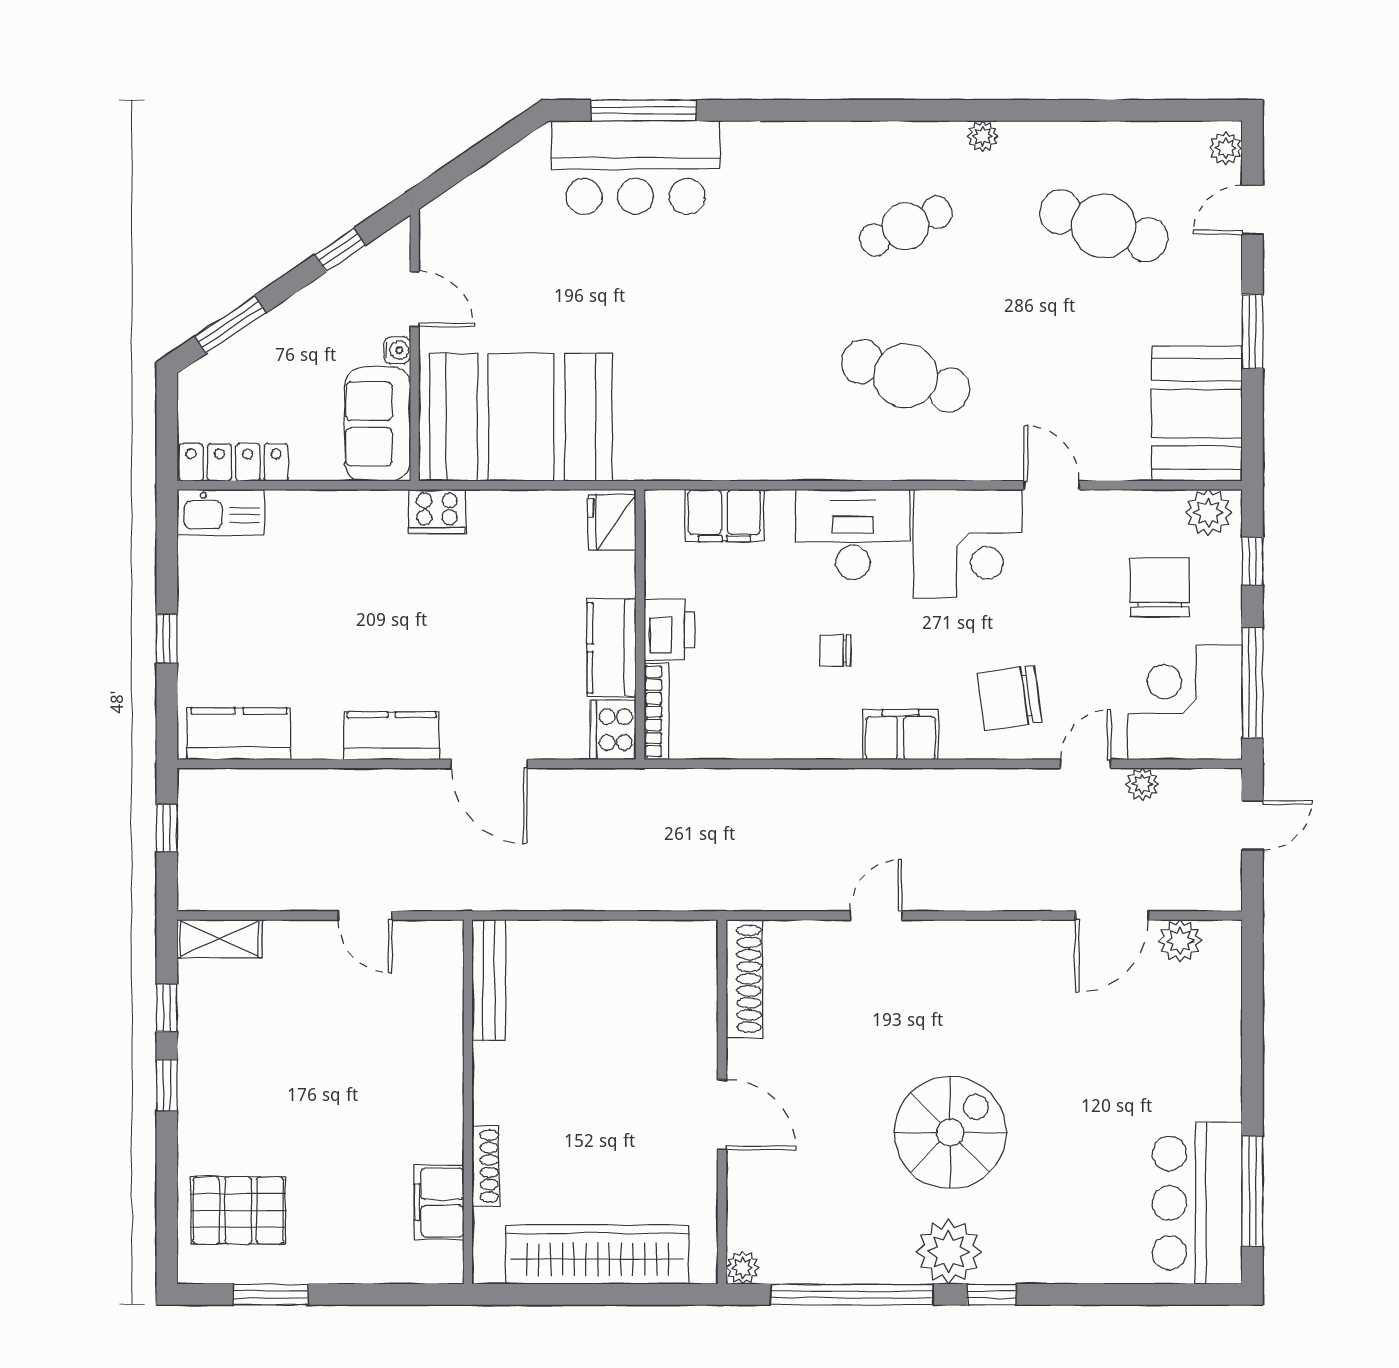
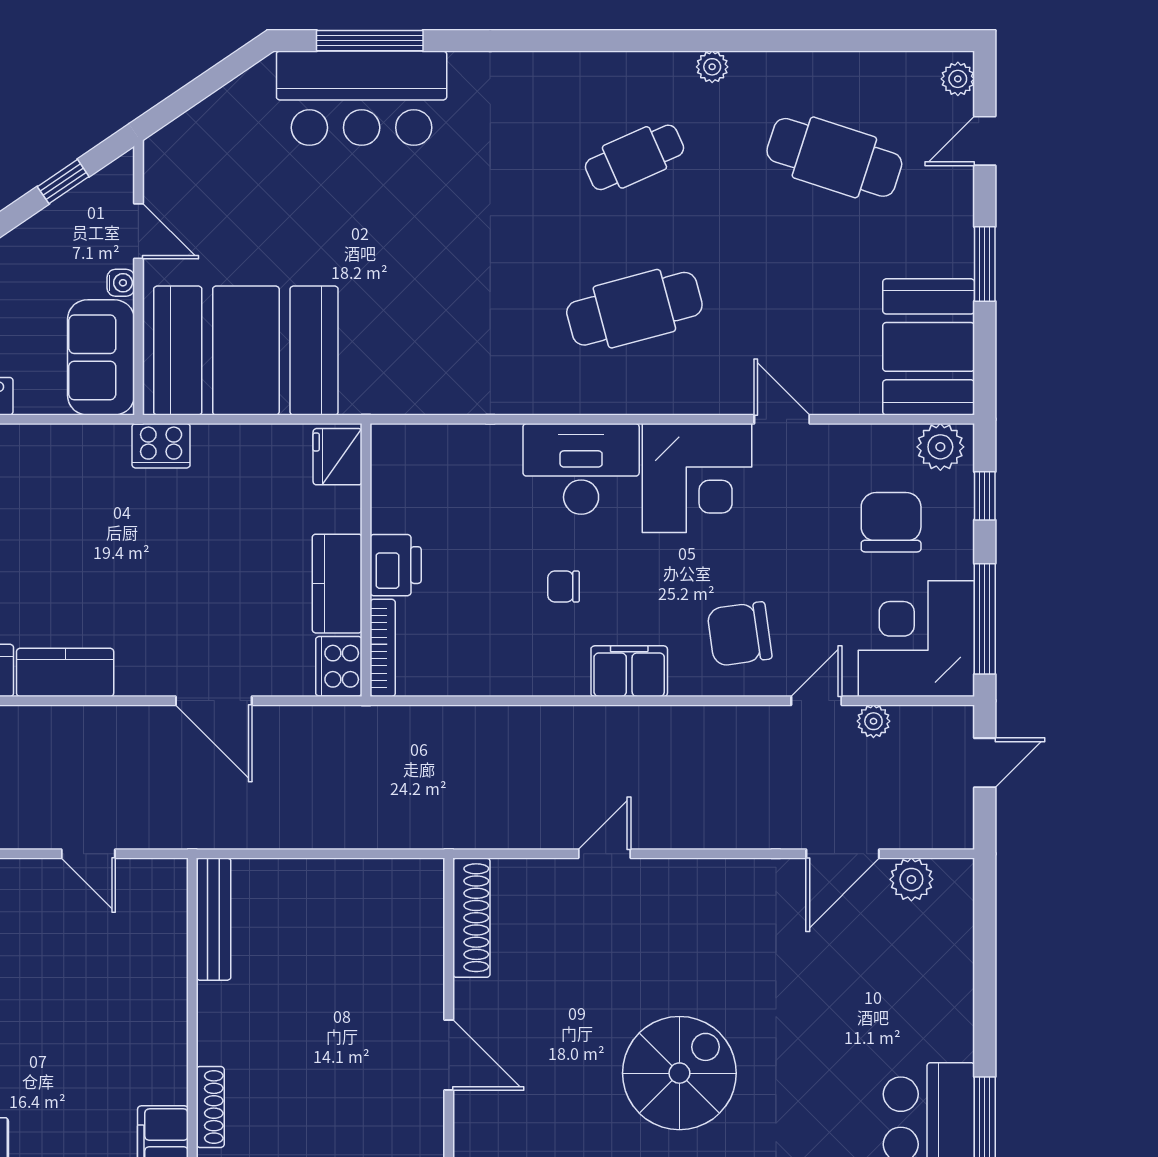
cafe table: (906, 376) -> (634, 309), turned -33
filing cabinet: (724, 516) -> (451, 450), removed
kitchen counter: (392, 736) -> (65, 672), moved

